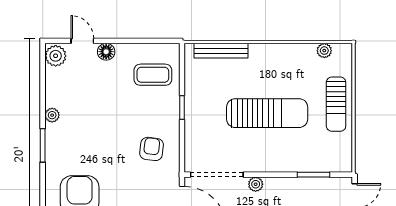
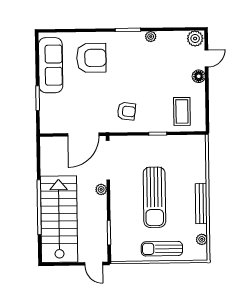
bench: (221, 51) -> (201, 204), moved

